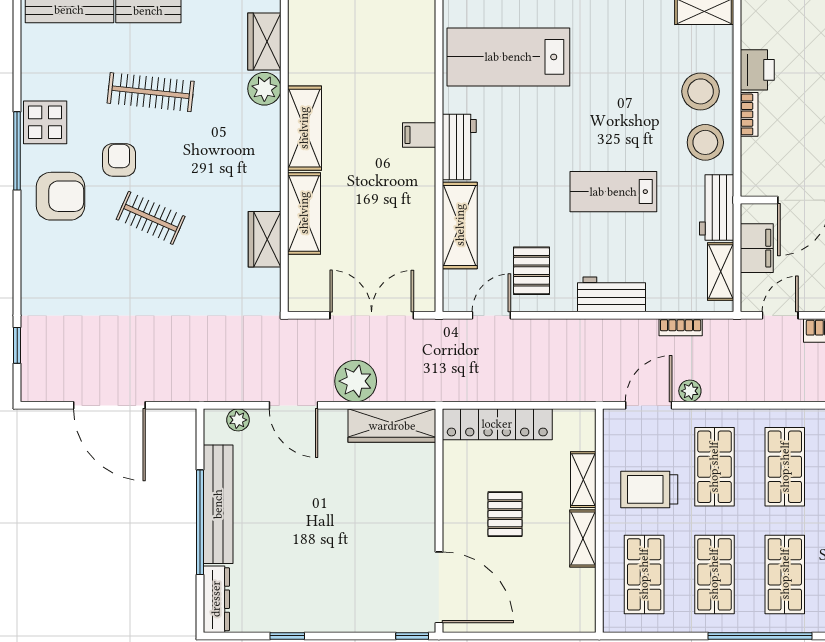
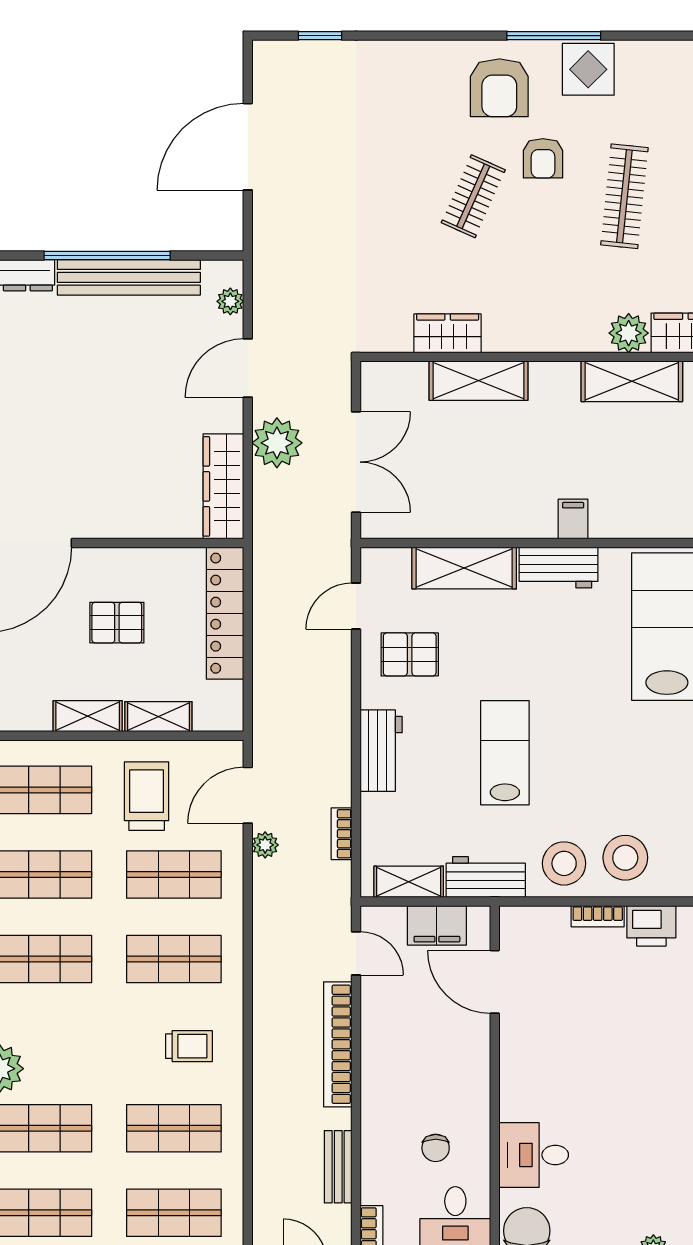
shelving: (304, 128) -> (632, 381), moved
armchair: (119, 160) -> (543, 158), turned 90
door: (491, 315) -> (356, 606), swing flipped
door: (649, 405) -> (248, 795), swing flipped

